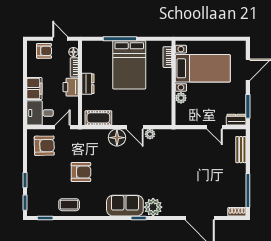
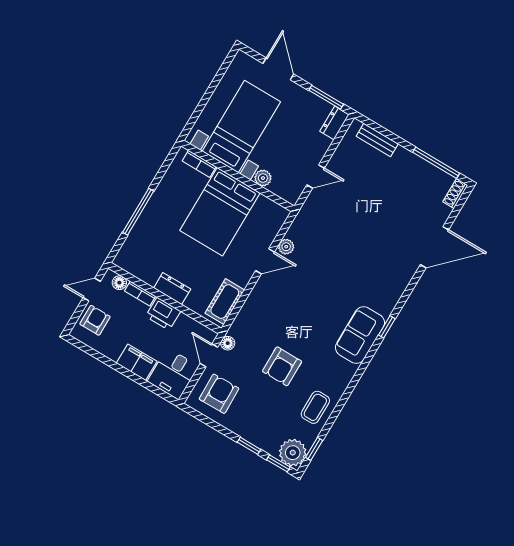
bed: (129, 65) -> (220, 212), moved, turned 90
door: (215, 127) -> (316, 176), moved
floor lamp: (117, 138) -> (228, 343), moved, width x0.53, depth x0.53
armchair: (81, 172) -> (282, 366), turned 180
plant: (153, 207) -> (293, 453), moved

